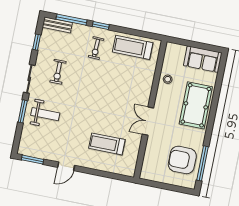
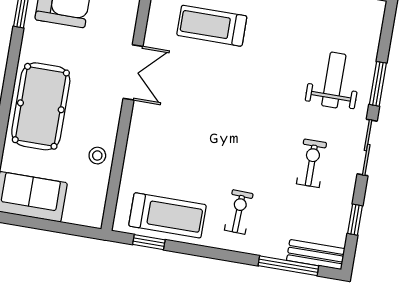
window: (101, 26) -> (149, 242), moved
weight bench: (45, 114) -> (334, 80), turned 90
treadmill: (107, 144) -> (212, 26), turned 180

